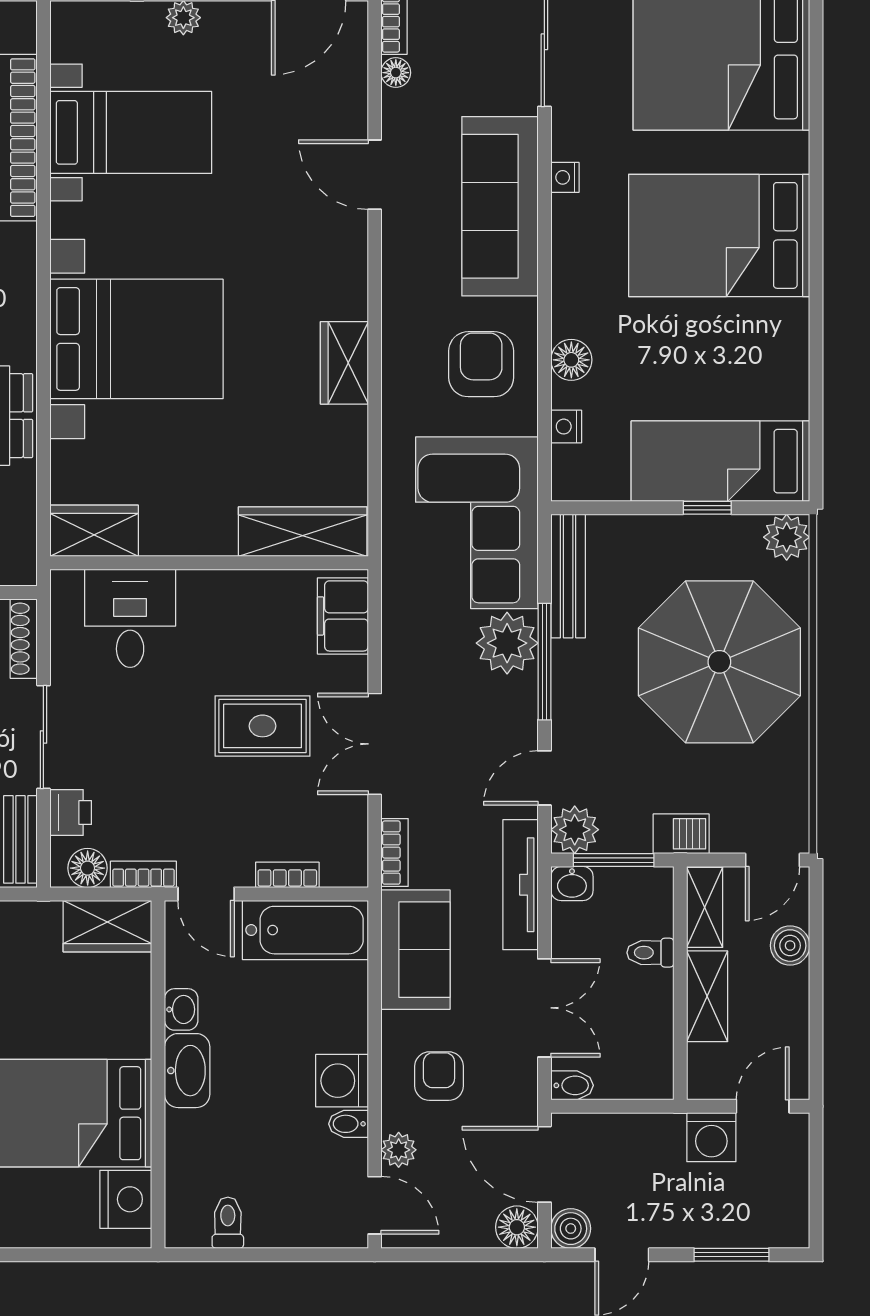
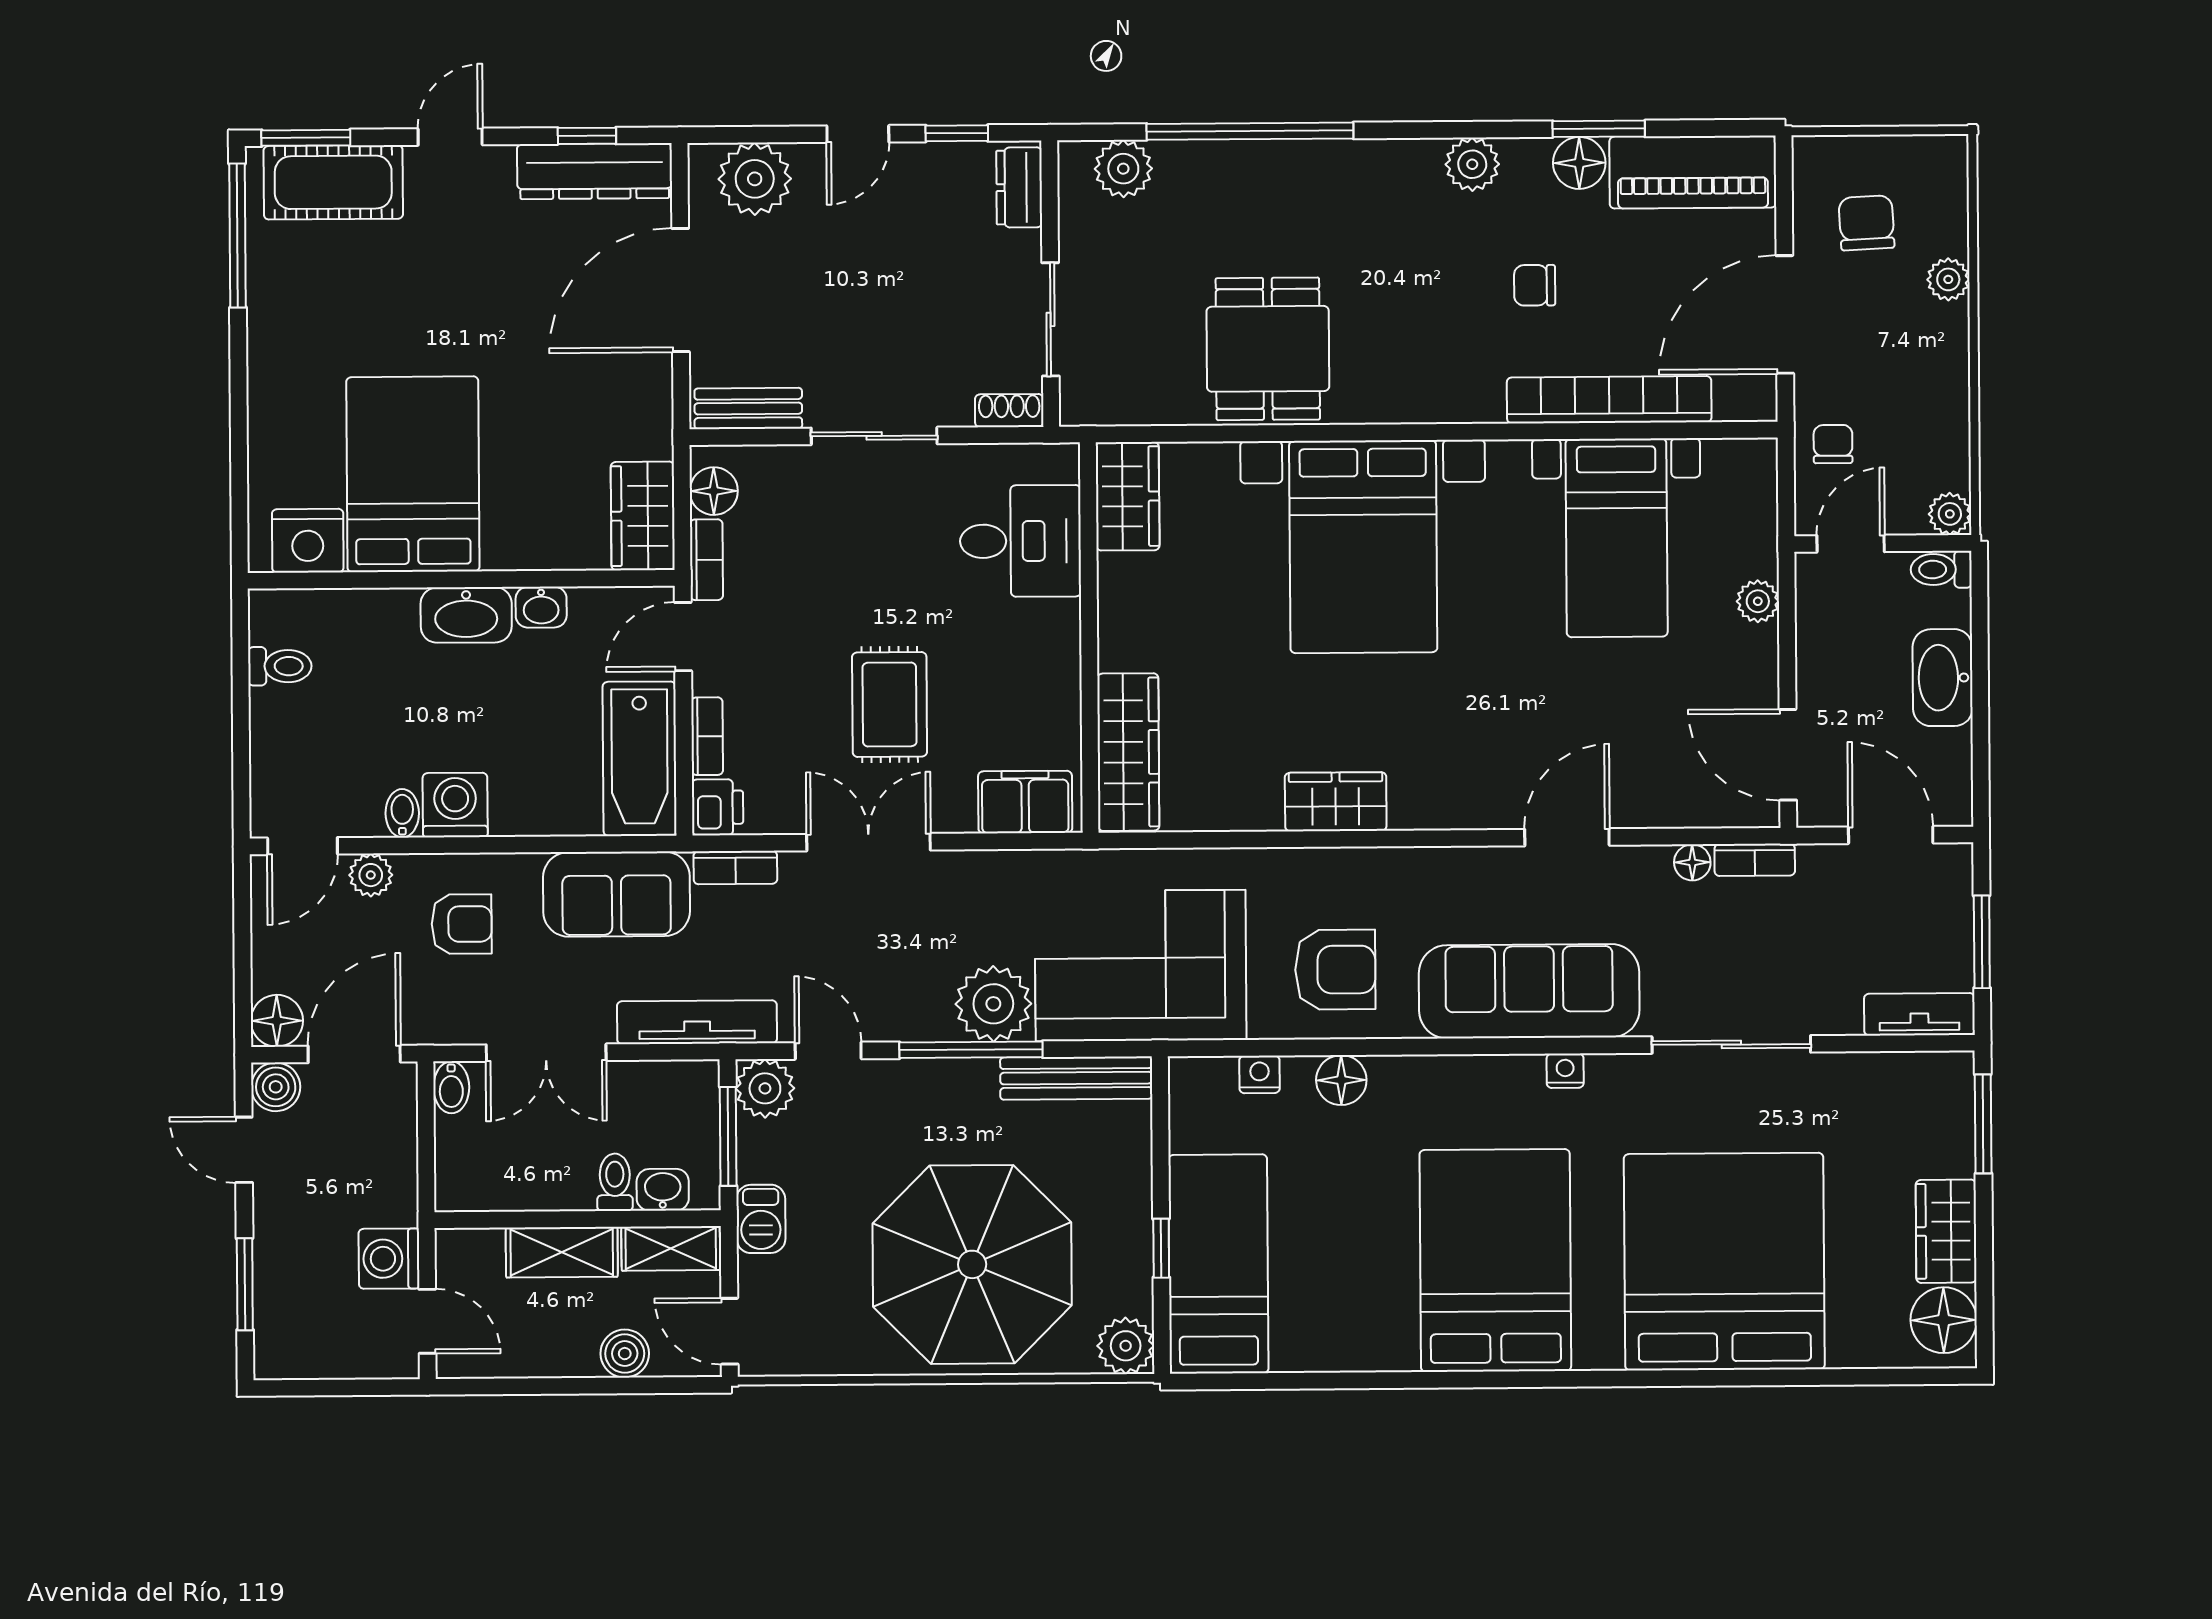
shoe rack: (24, 639) -> (1009, 411), width x0.70
printer: (71, 812) -> (717, 807), moved, turned -90
washbasin: (572, 884) -> (663, 1190), moved, turned 90

